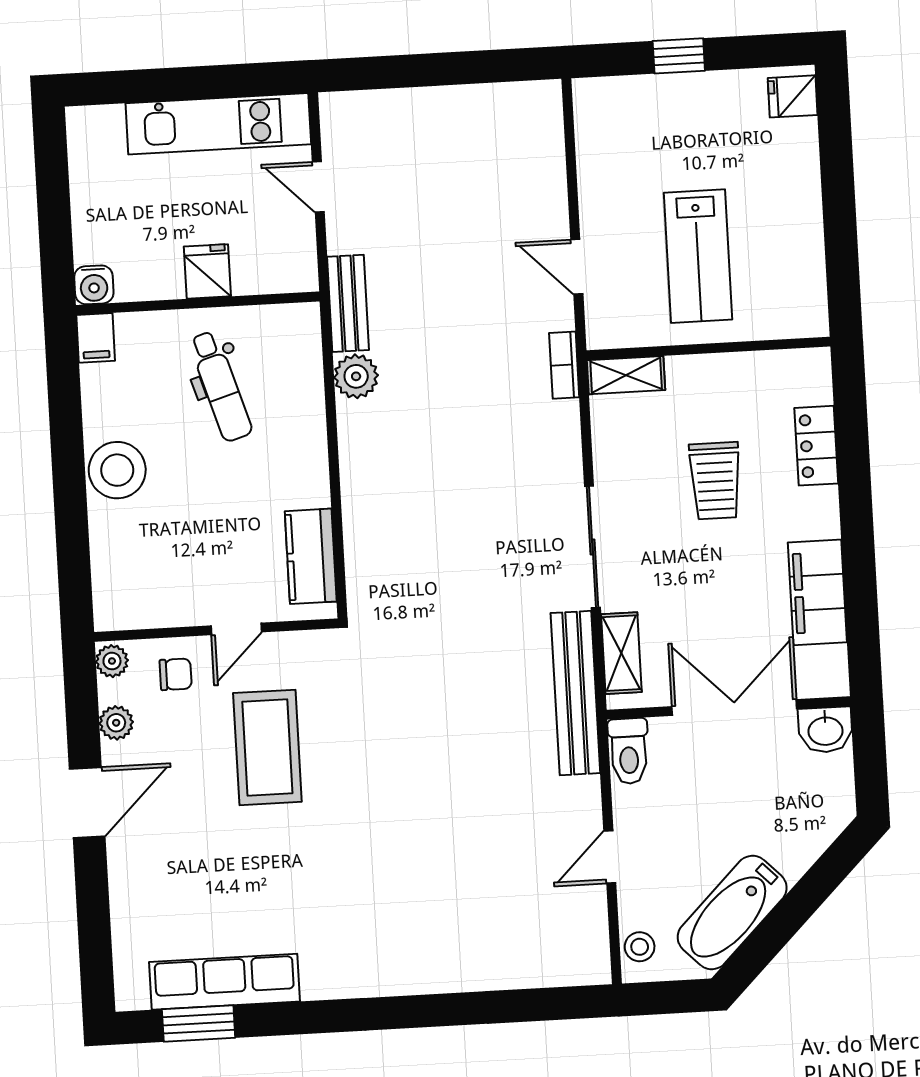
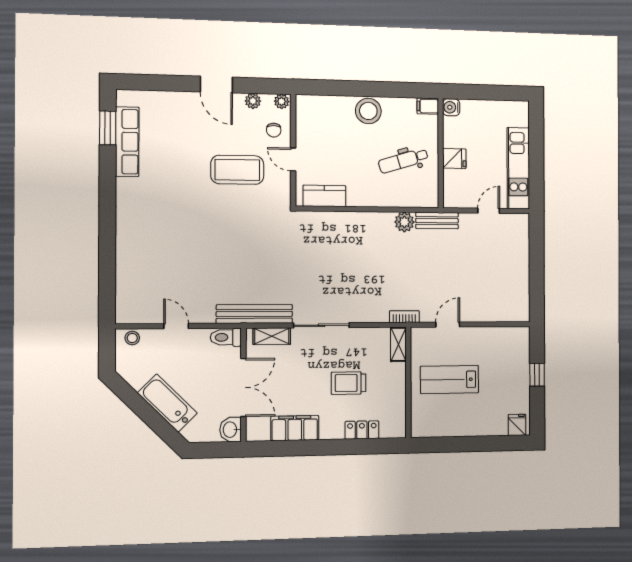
bathtub: (732, 912) -> (167, 403), moved

